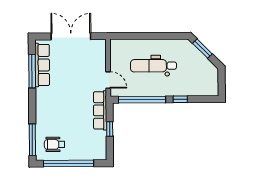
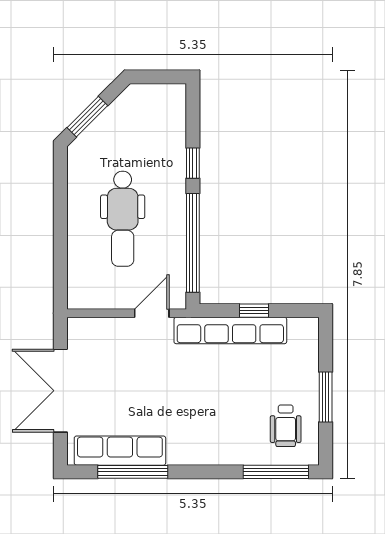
row of seats: (100, 110) -> (230, 331), width x1.36
window: (68, 163) -> (326, 397), width x0.47

